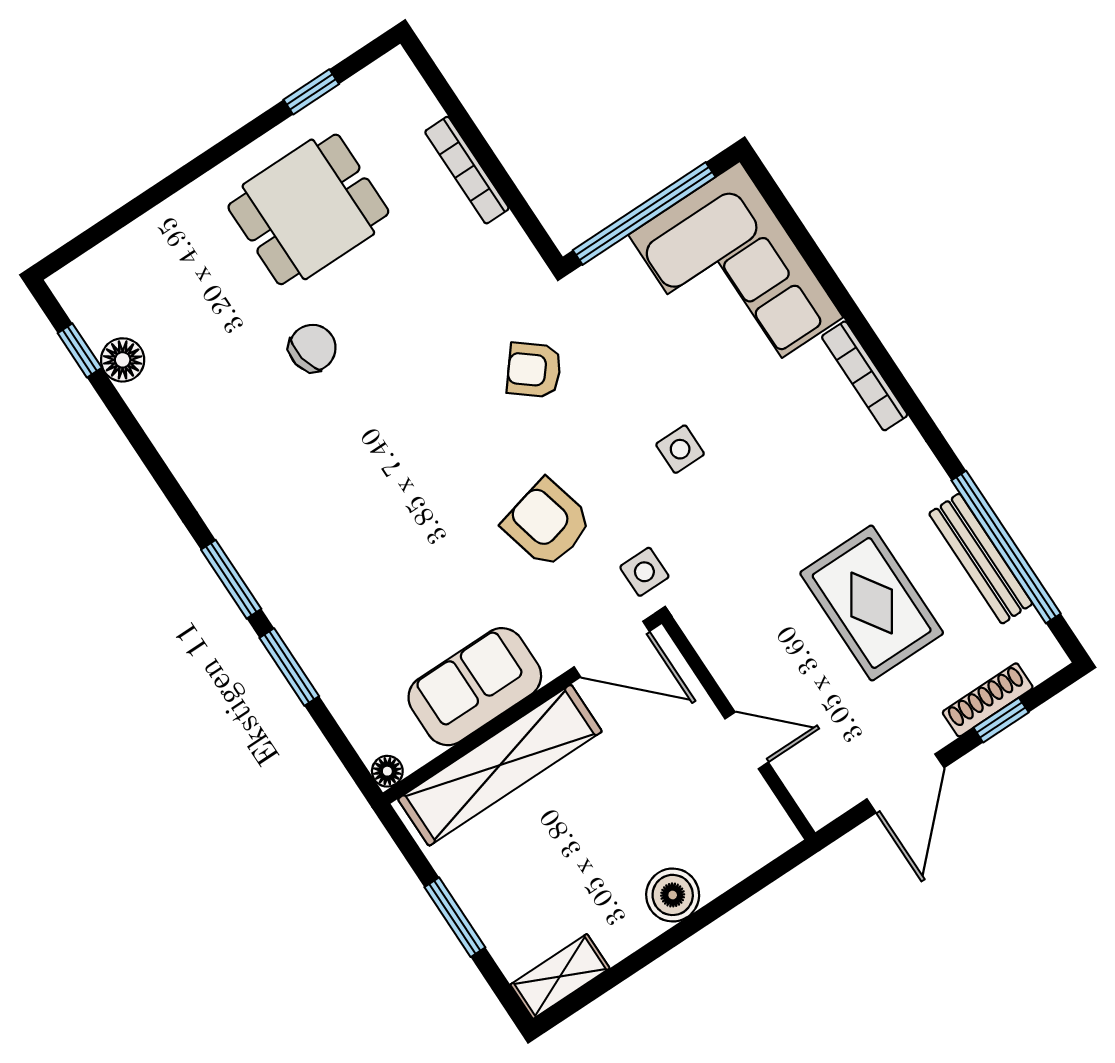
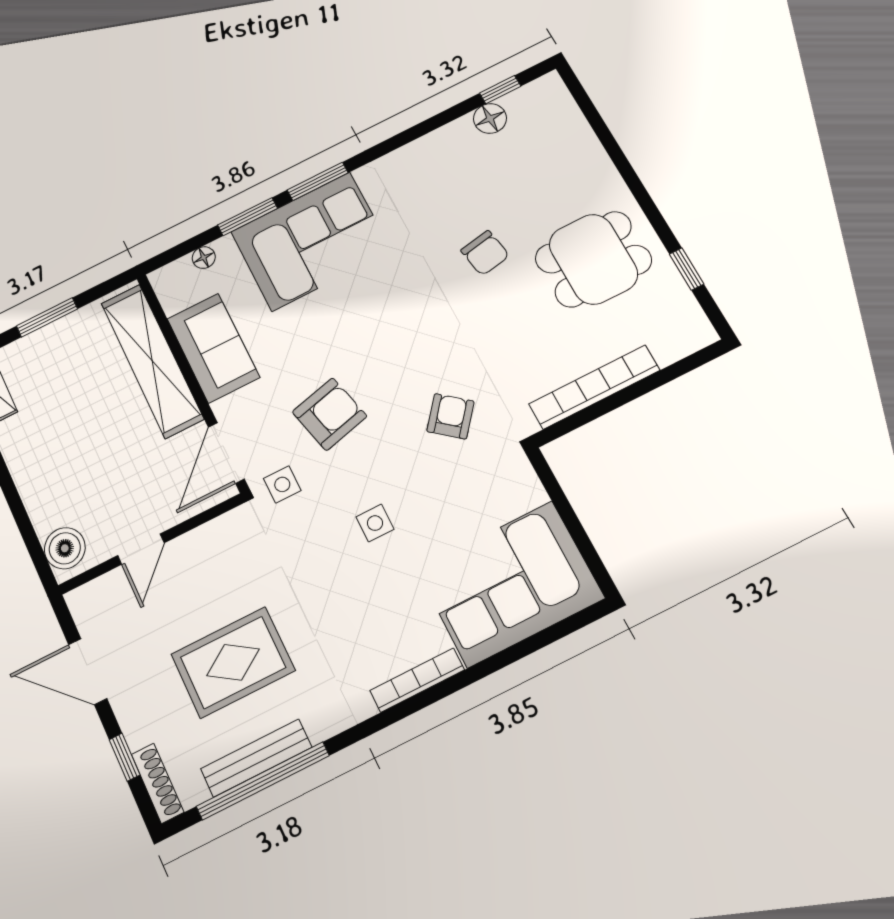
bookcase: (467, 170) -> (594, 387), width x1.48, depth x1.31
dining table: (308, 209) -> (593, 259), turned 90
window: (644, 214) -> (568, 516), removed
corner sofa: (317, 577) -> (311, 241), added
shoe rack: (988, 700) -> (157, 783), moved
floor lamp: (387, 771) -> (204, 258), moved
boiler: (673, 895) -> (65, 548), moved

